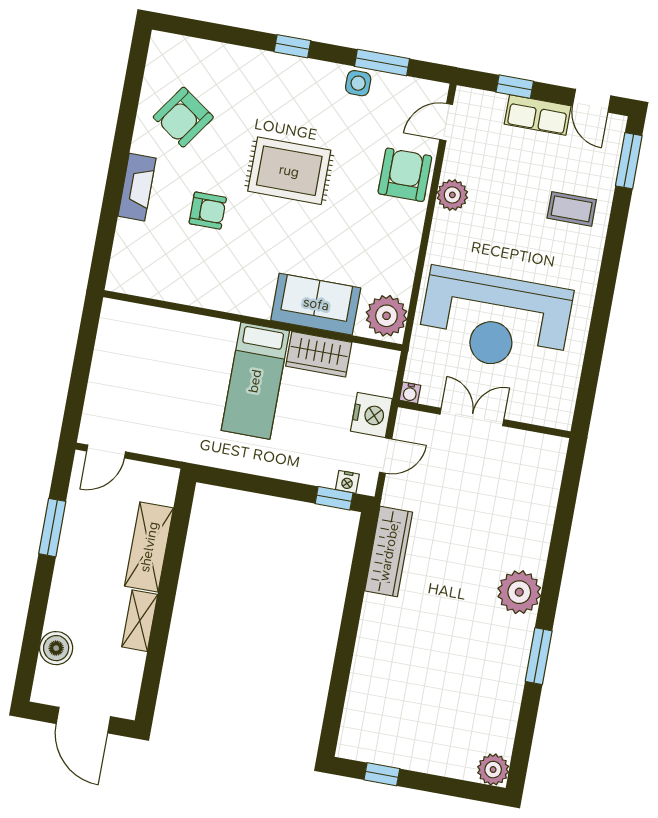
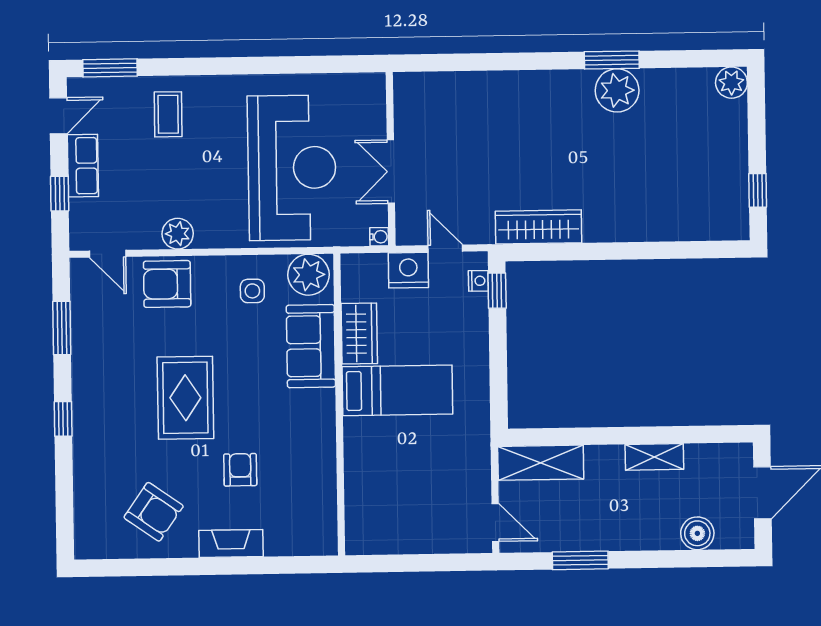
side table: (358, 83) -> (252, 291), moved
shelving: (149, 547) -> (541, 463), moved
plant: (519, 592) -> (617, 90), moved

